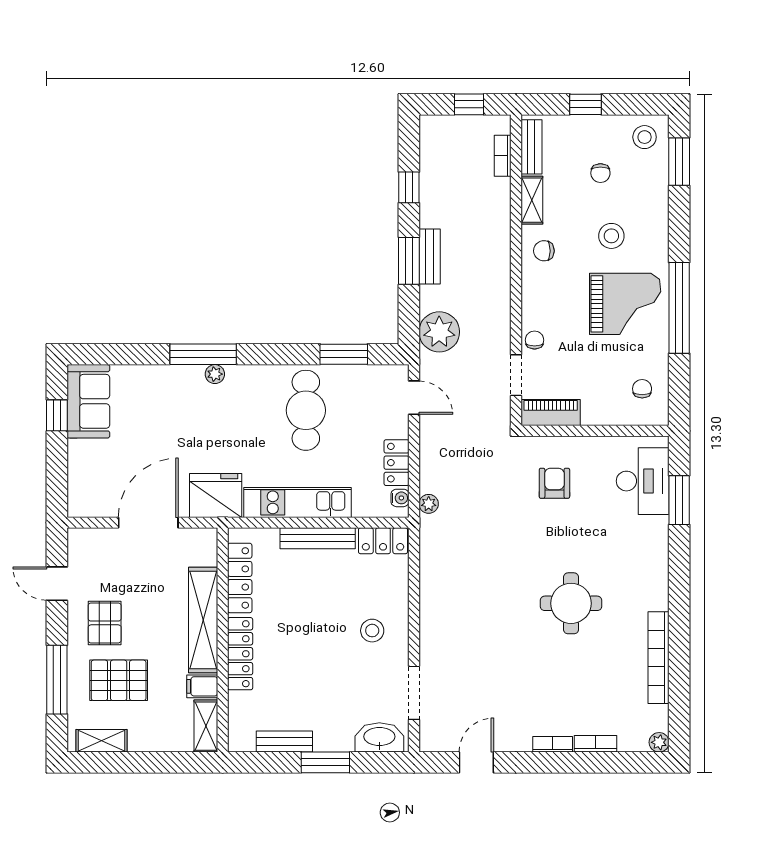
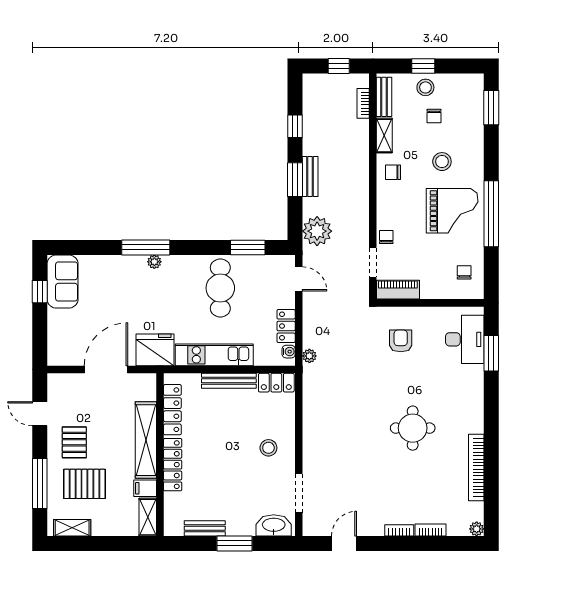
stool: (645, 137) -> (425, 87), moved

